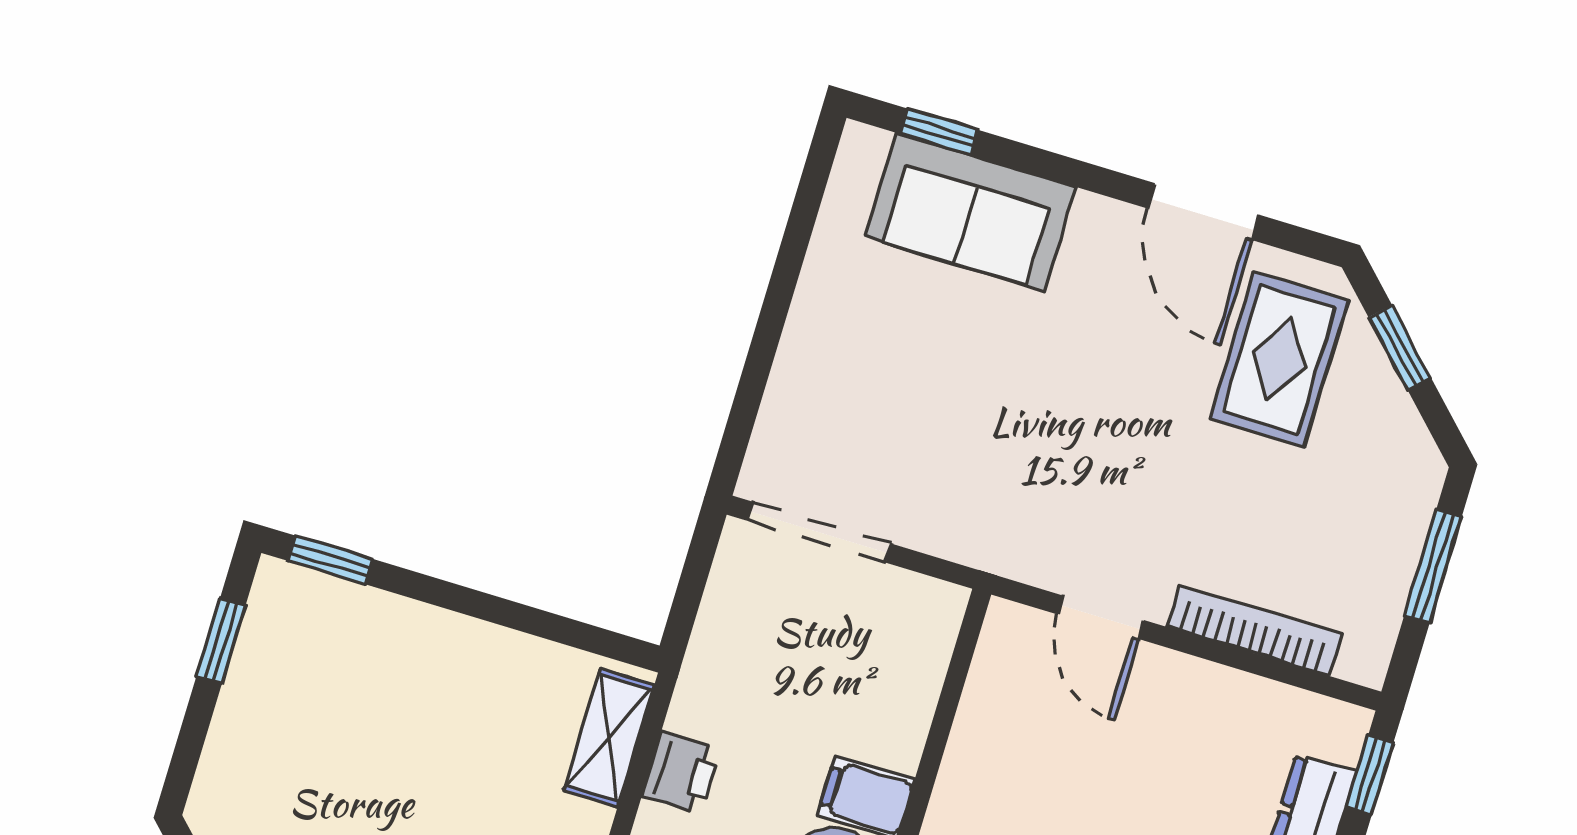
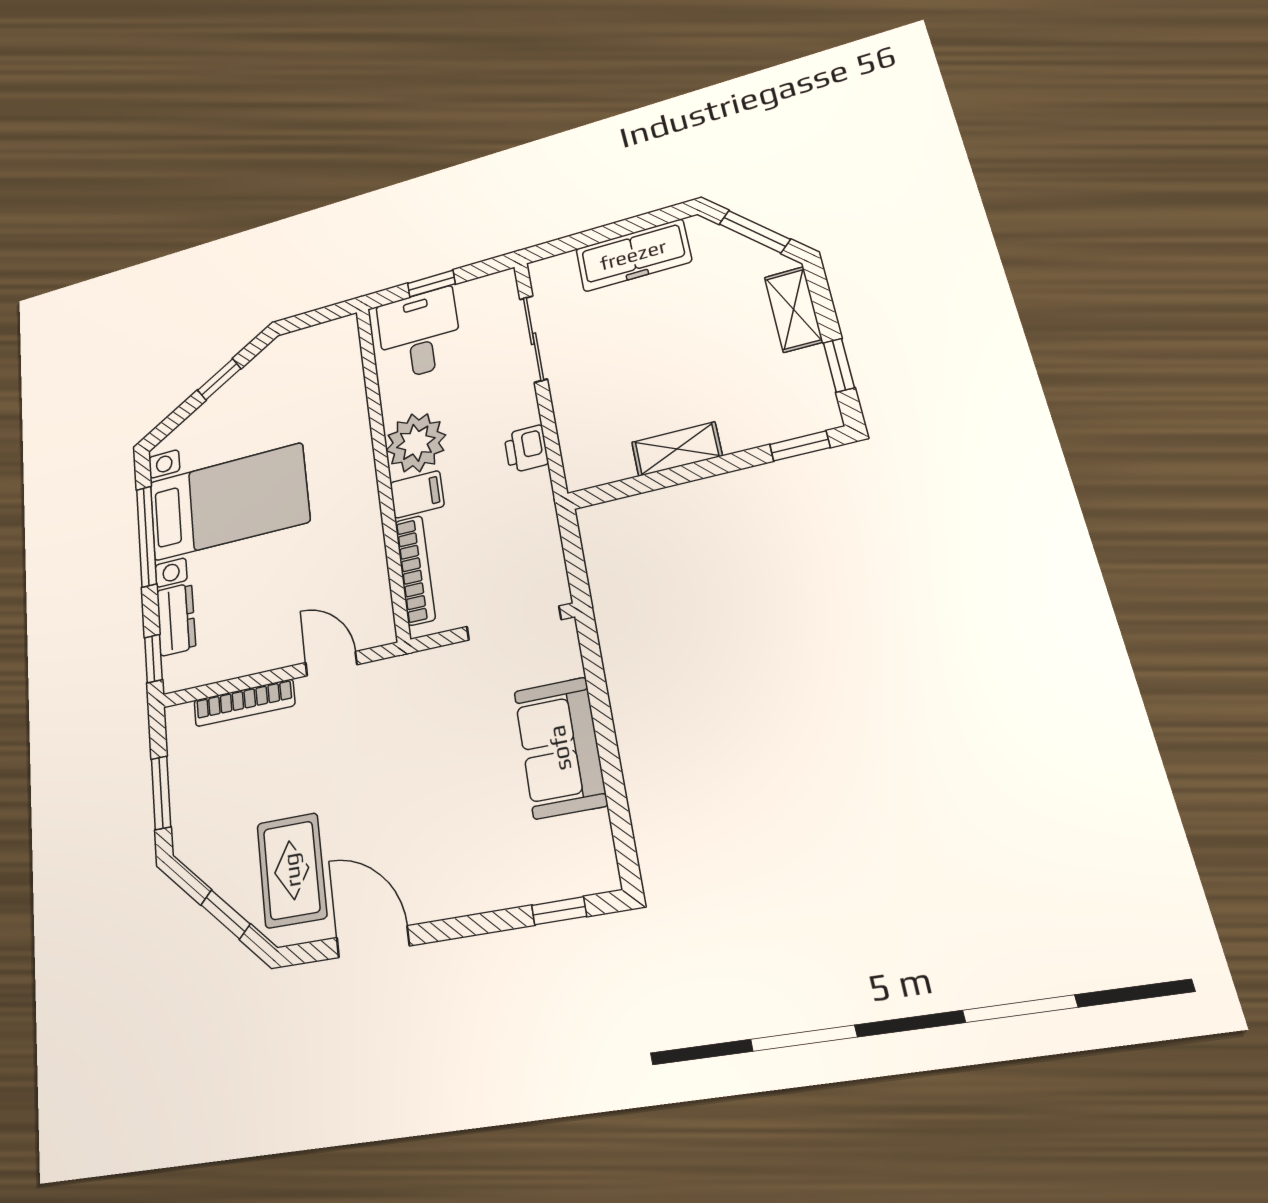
sofa: (970, 212) -> (560, 748), moved, turned -90
bookcase: (920, 686) -> (415, 570), added
shelving: (609, 738) -> (677, 449), moved, turned 90
shelving: (231, 756) -> (793, 309), added

